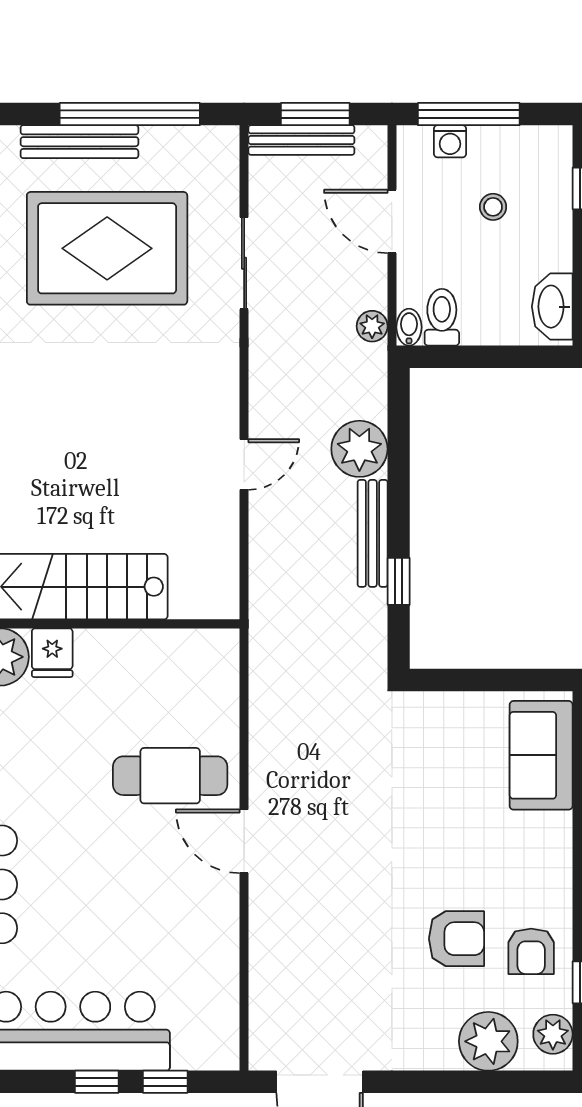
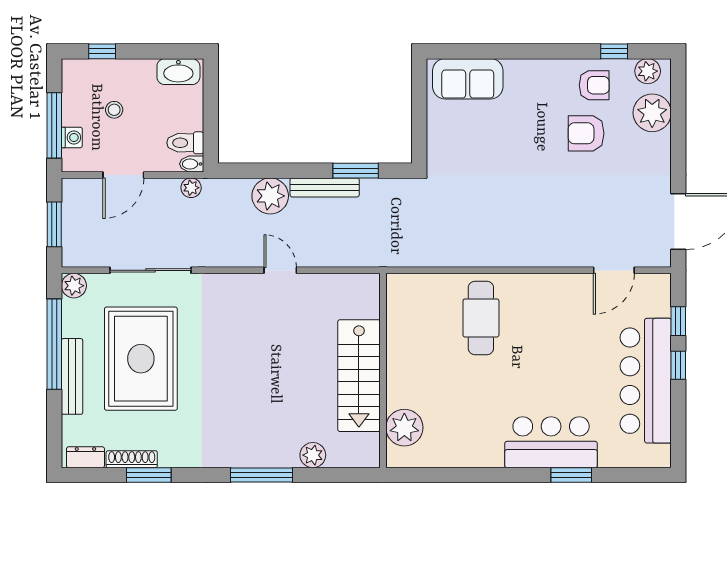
bench: (301, 140) -> (71, 233), removed
plant: (220, 144) -> (74, 286), added
sliding door: (244, 263) -> (150, 270), width x1.37
window: (399, 581) -> (356, 171), width x1.50
fridge: (52, 653) -> (402, 394), removed
door: (244, 841) -> (614, 270), moved
armchair: (457, 939) -> (586, 133), turned -90

